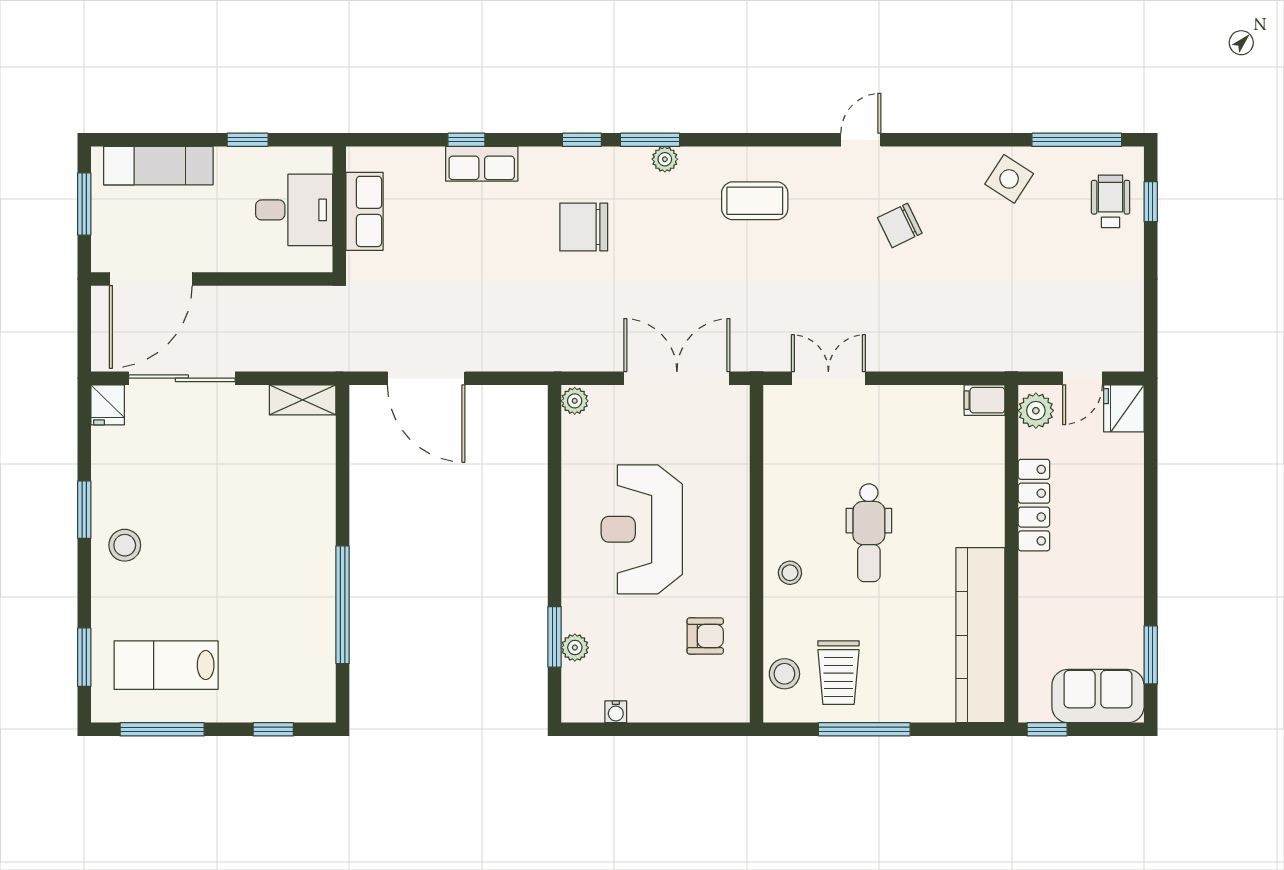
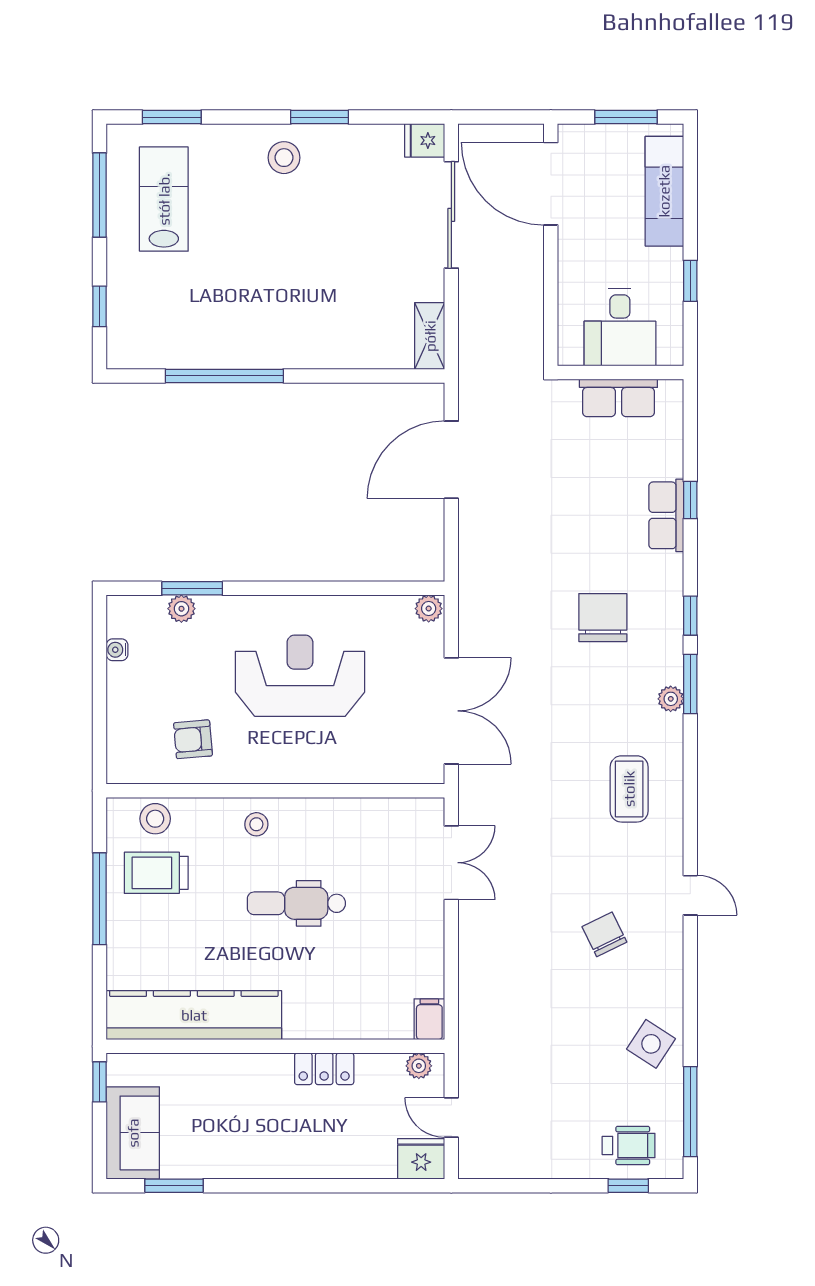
plant: (1036, 411) -> (419, 1066), width x0.73, depth x0.73
locker: (1034, 505) -> (324, 1069), width x0.66
armchair: (705, 636) -> (193, 739), turned 85

